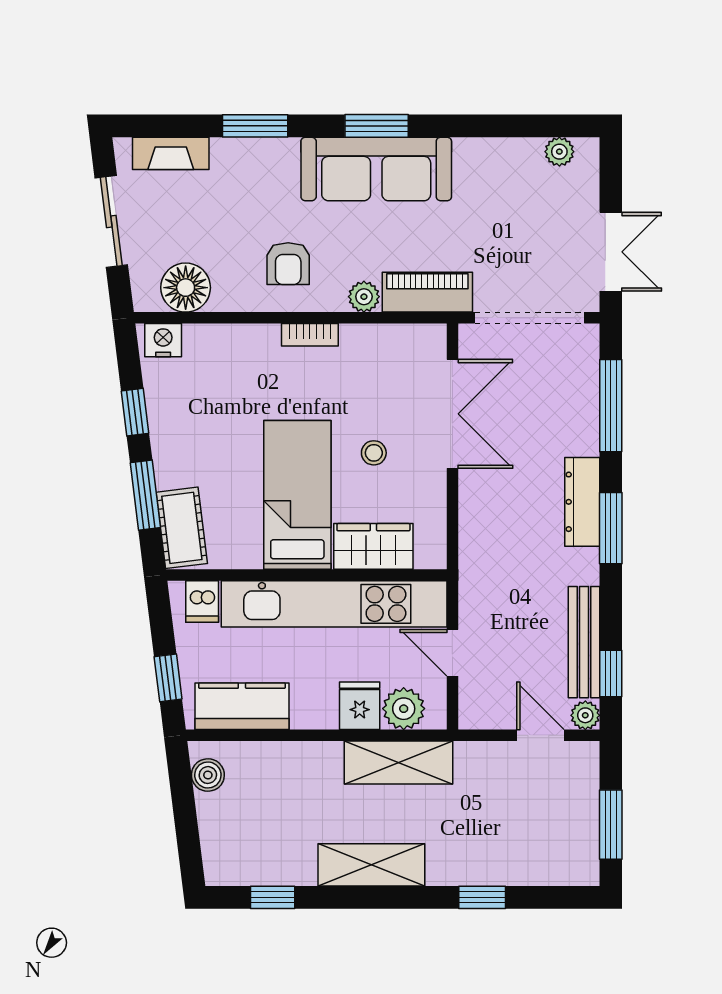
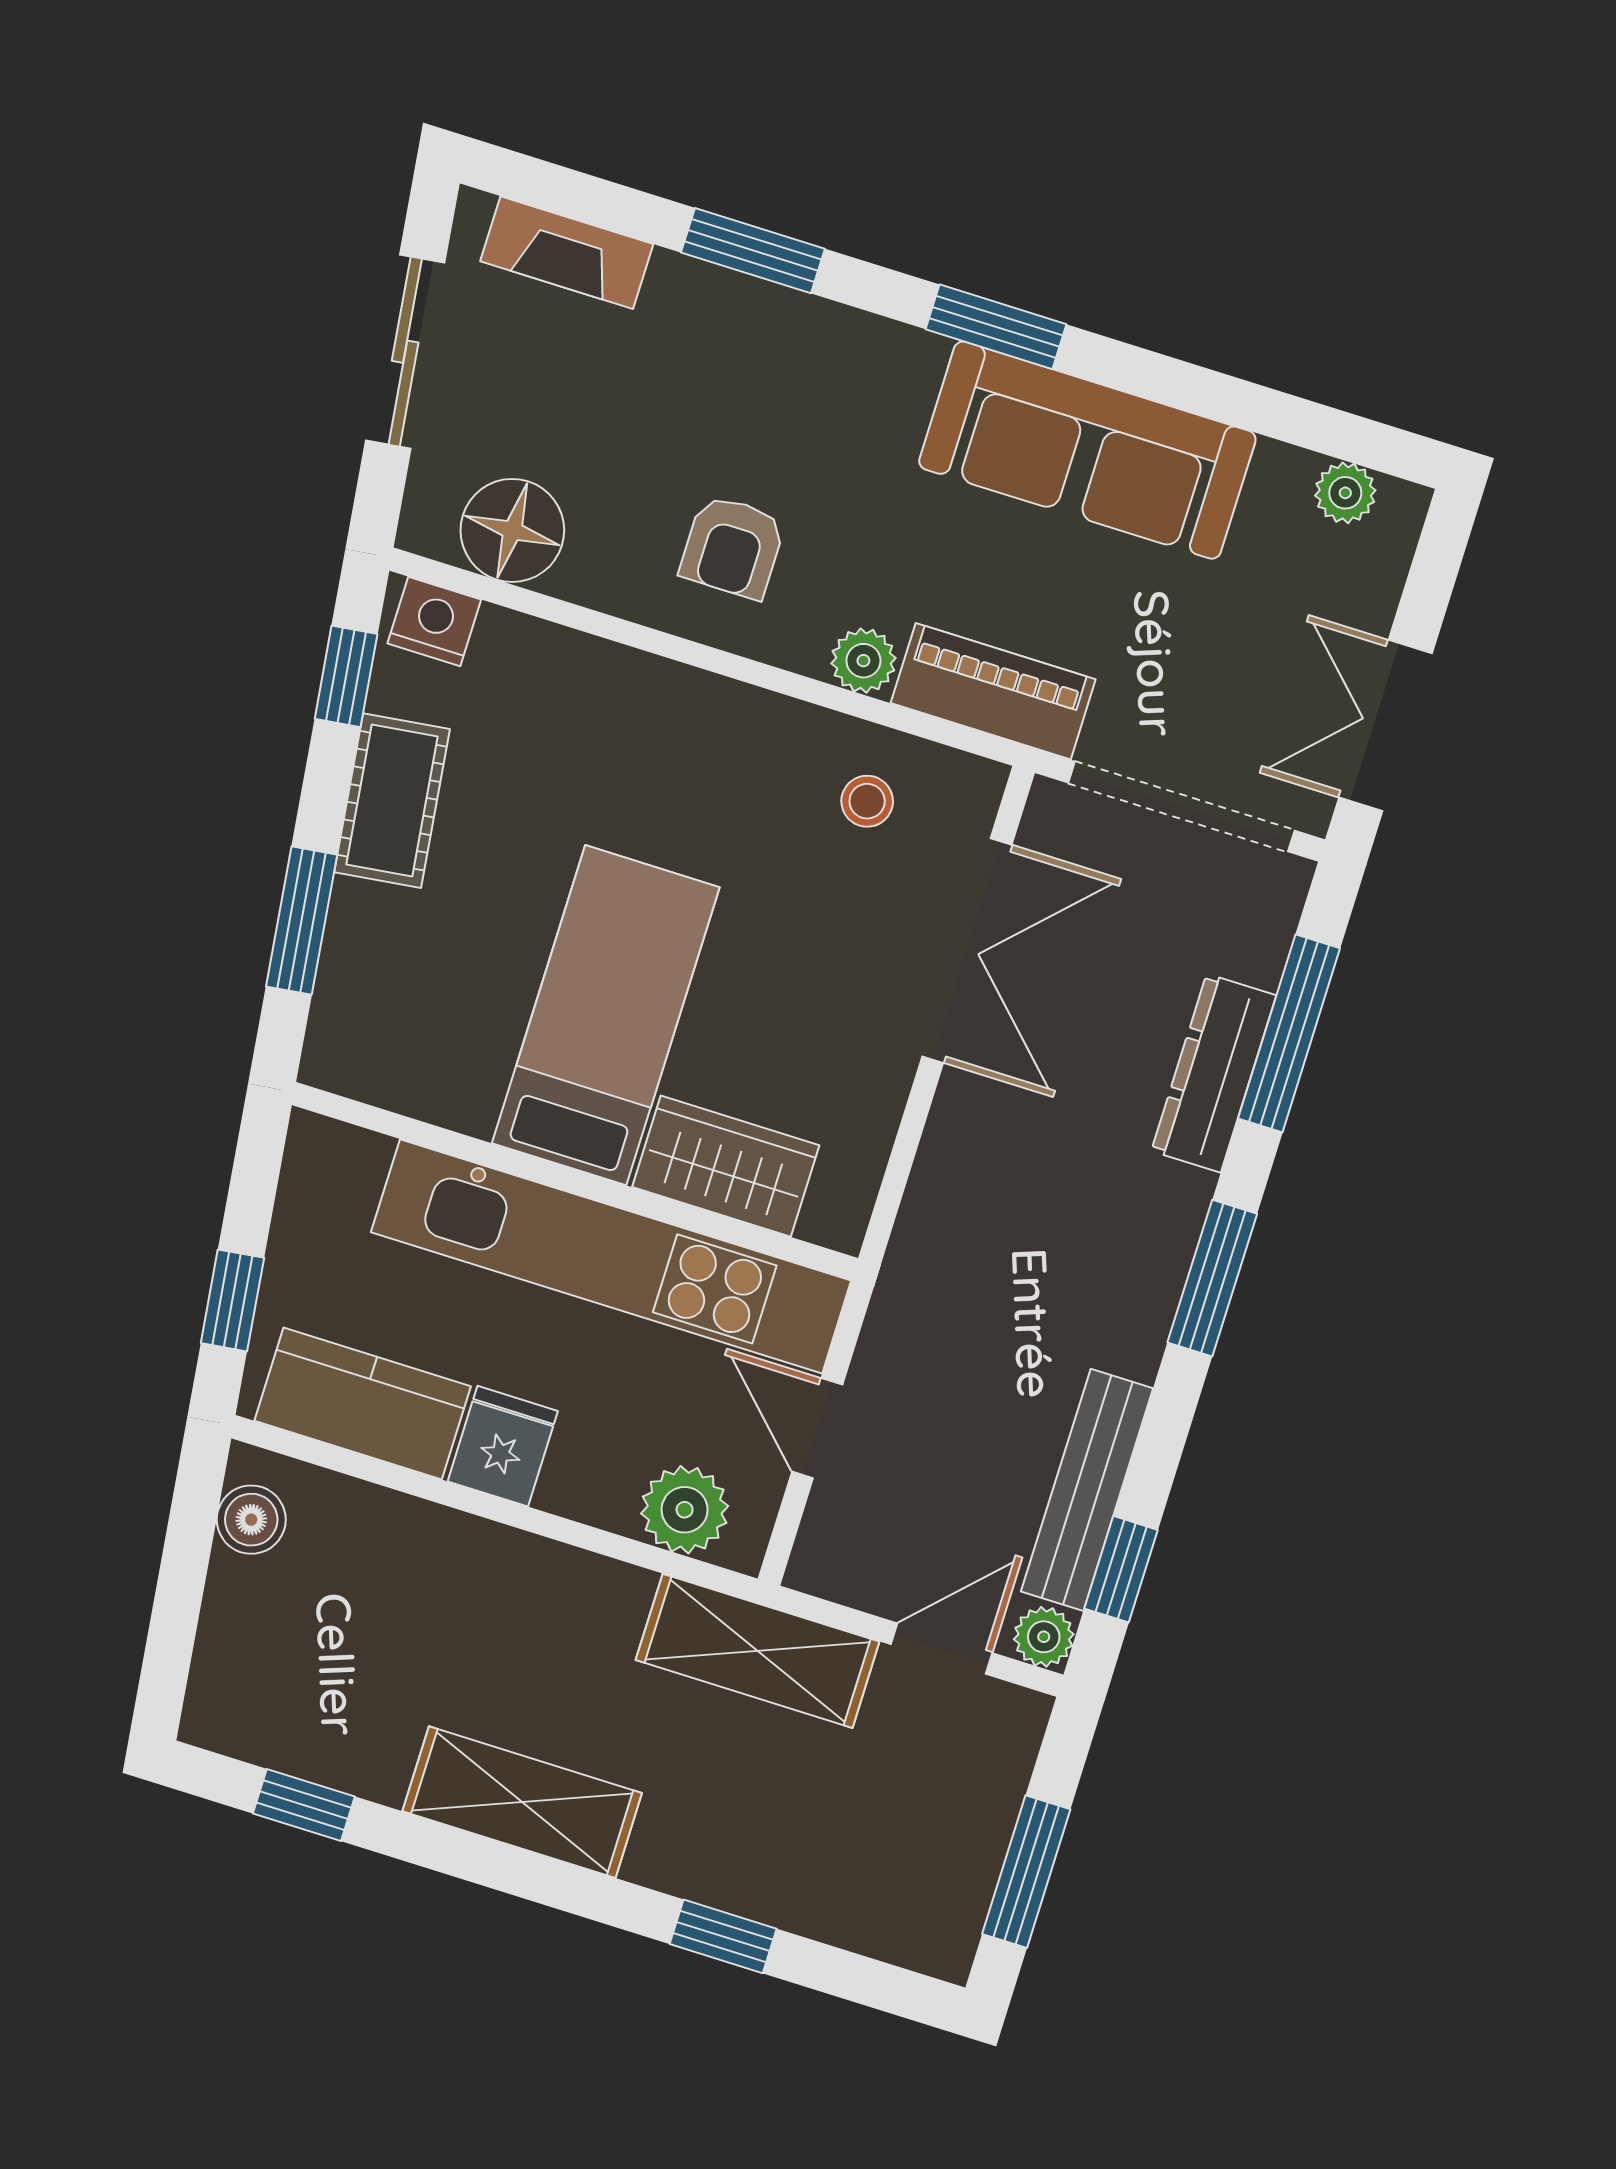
sofa: (376, 169) -> (1087, 450), moved
double door: (611, 252) -> (1385, 725), swing flipped
bookcase: (310, 335) -> (731, 703), removed
window: (135, 412) -> (346, 676), moved
stool: (374, 453) -> (867, 801), moved
dresser: (582, 502) -> (1214, 1073), moved
cot: (182, 528) -> (392, 801), moved
dishwasher: (202, 602) -> (349, 1169), removed
fridge: (360, 706) -> (503, 1446), moved
door: (540, 735) -> (942, 1649), hinge flipped
shelving: (398, 762) -> (758, 1651), moved

